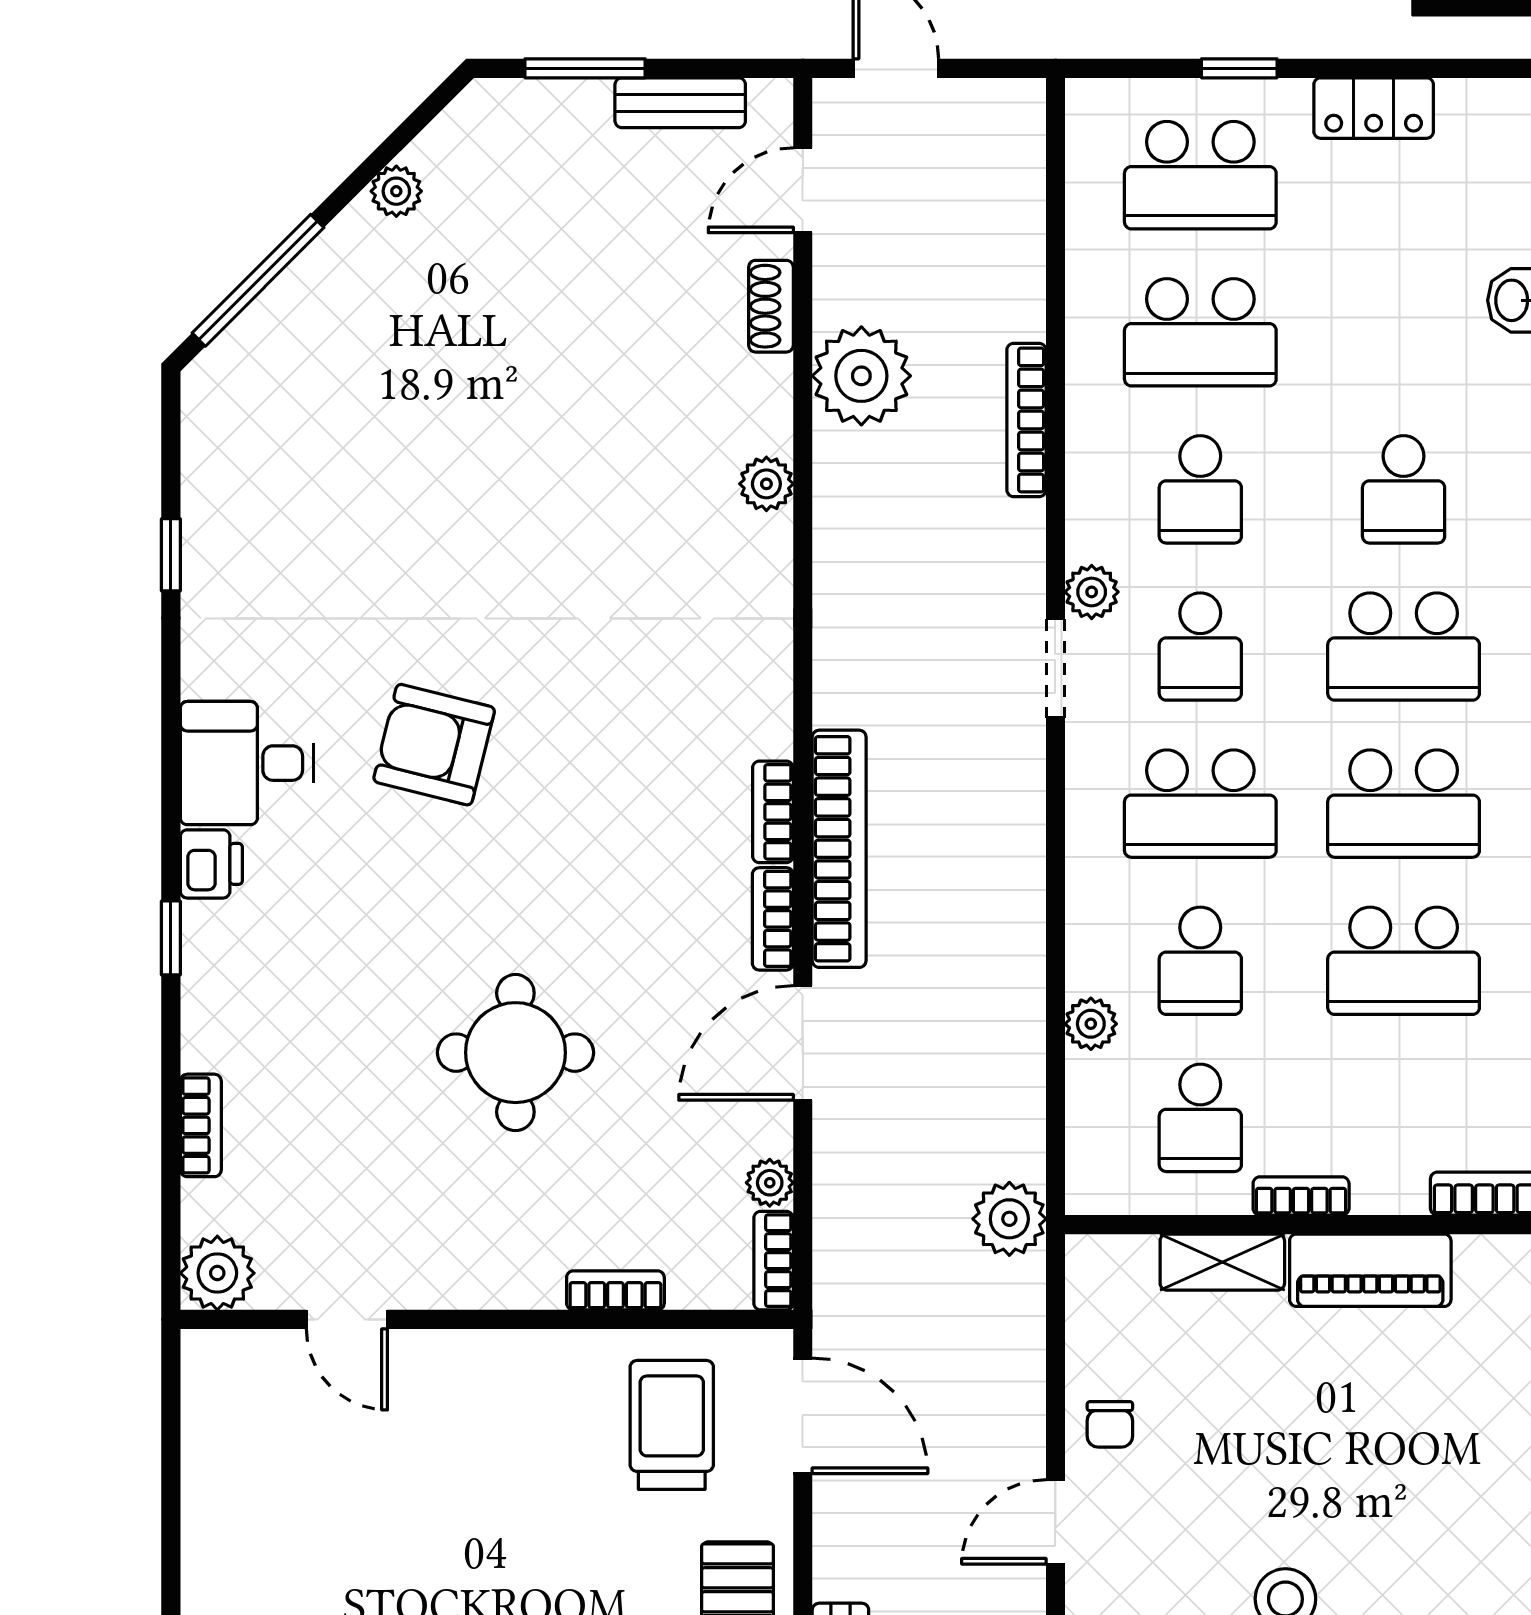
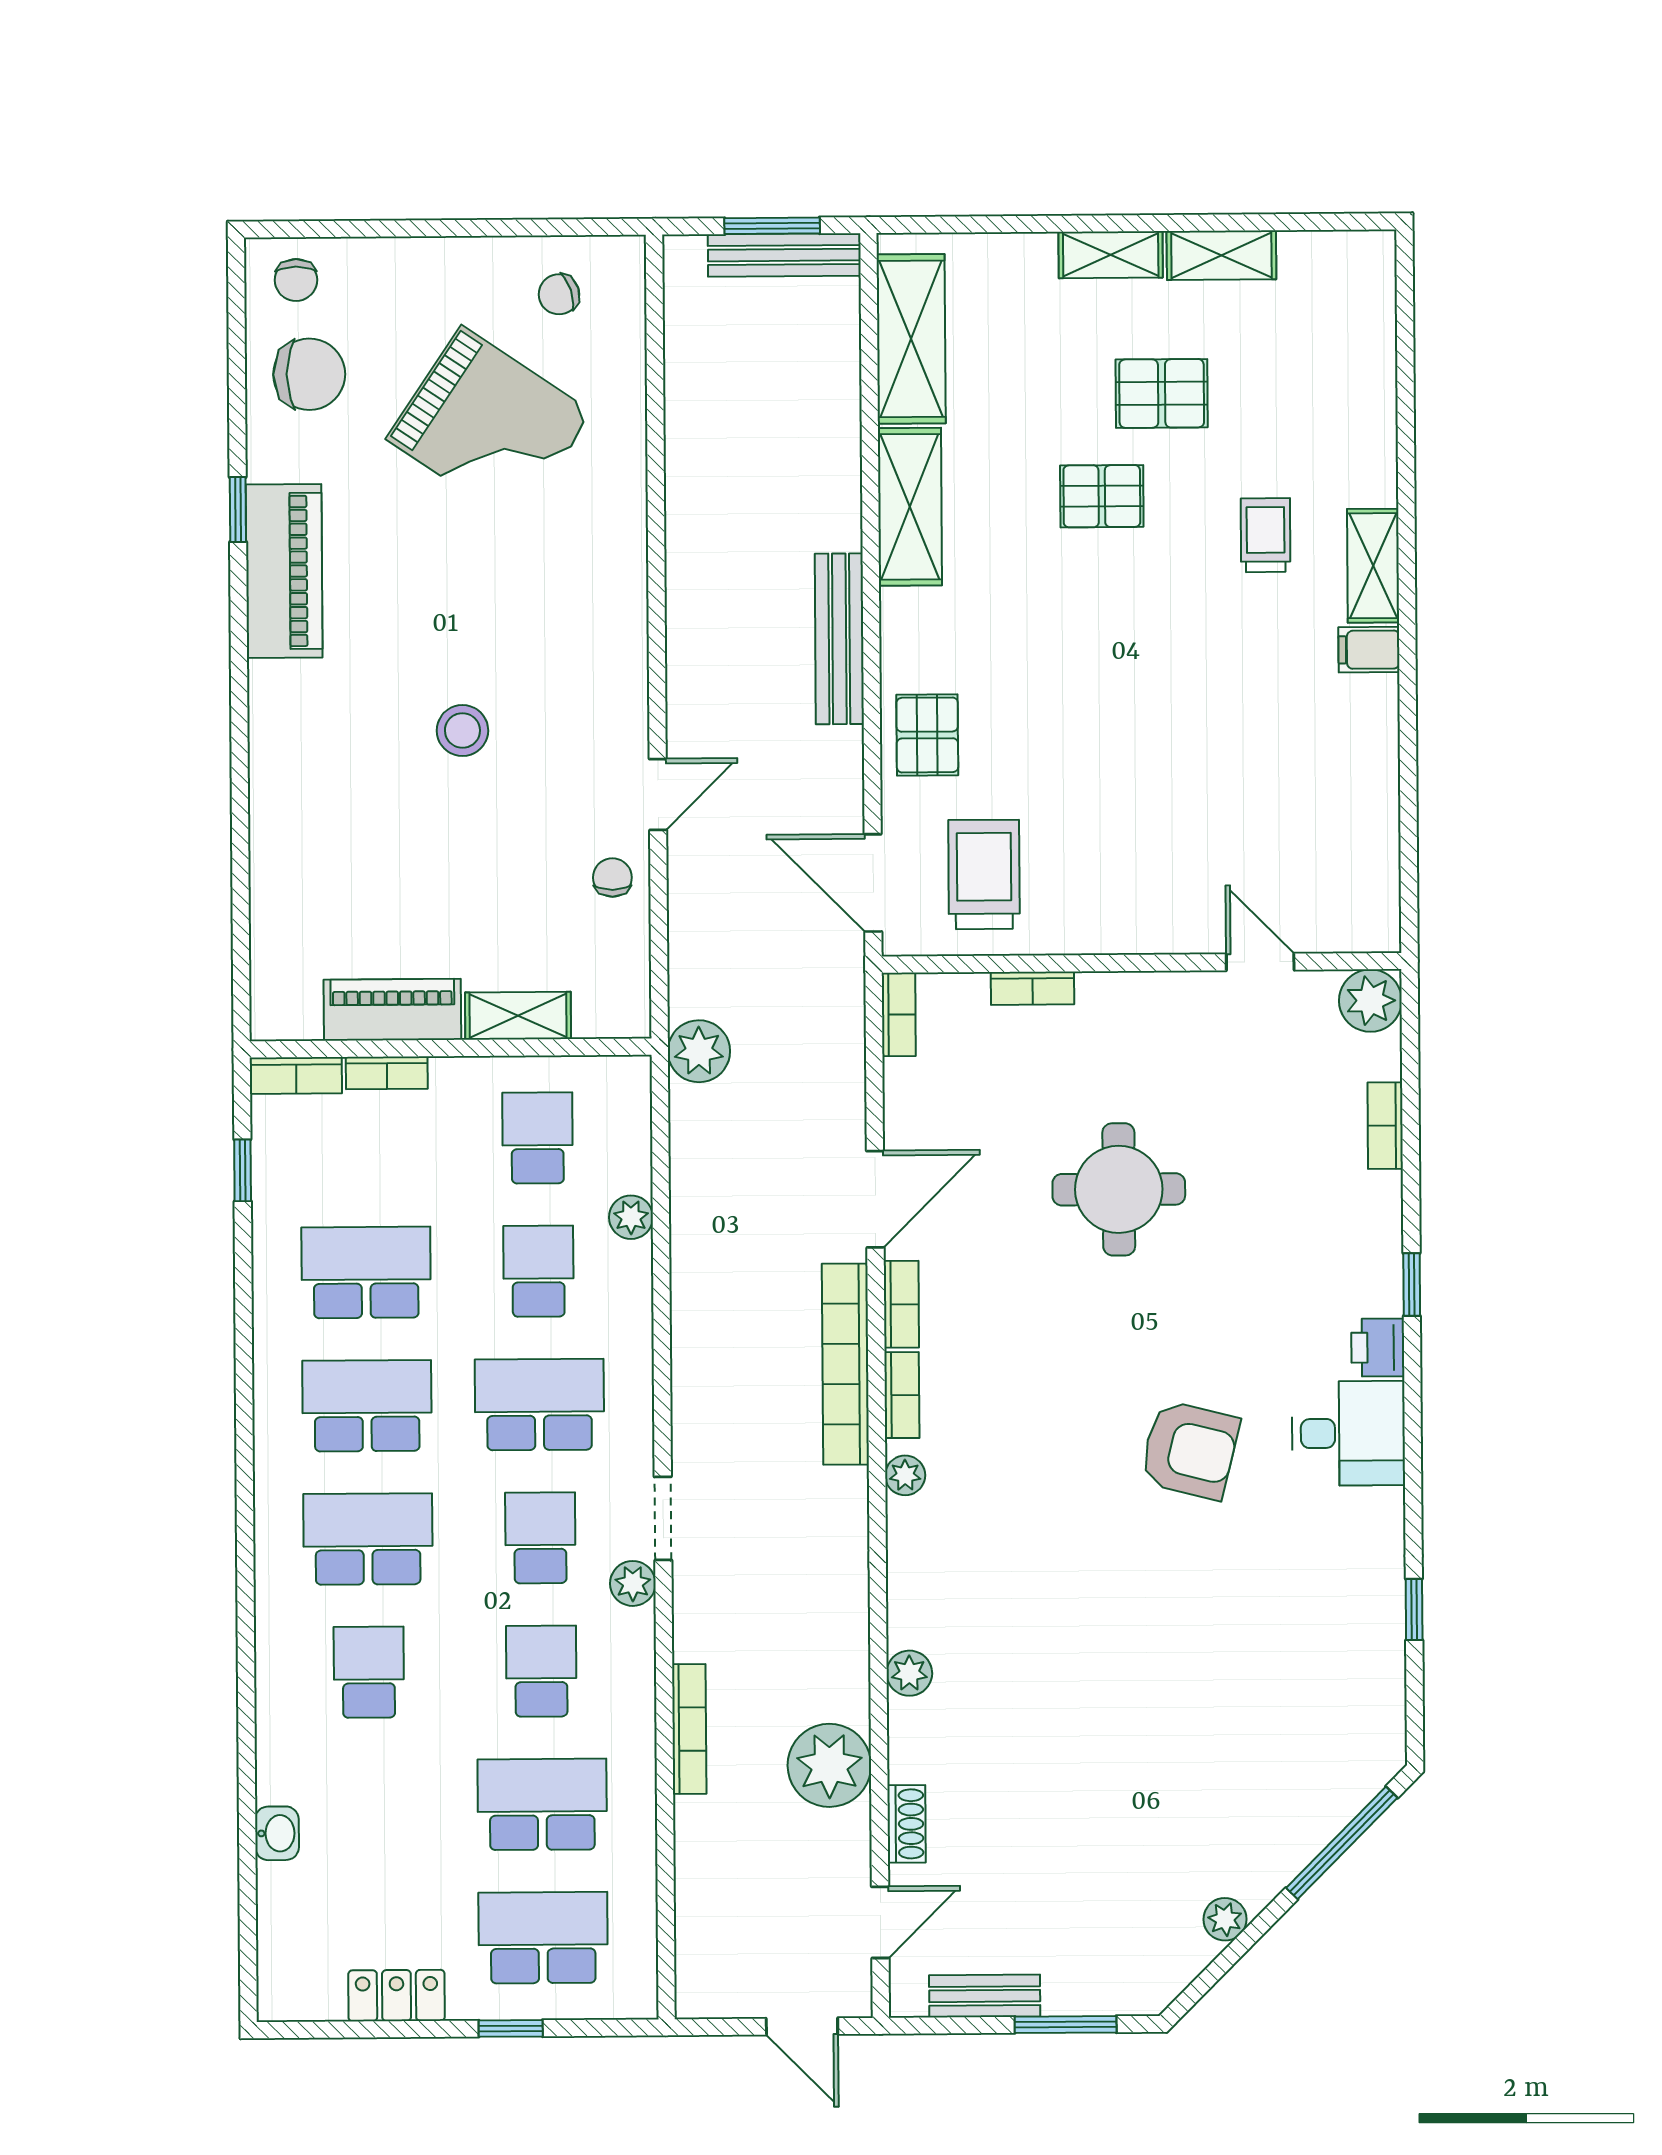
plant: (770, 1183) -> (905, 1475), moved
bookcase: (1301, 1196) -> (387, 1073), moved
trolley: (672, 1425) -> (984, 874), turned 180

